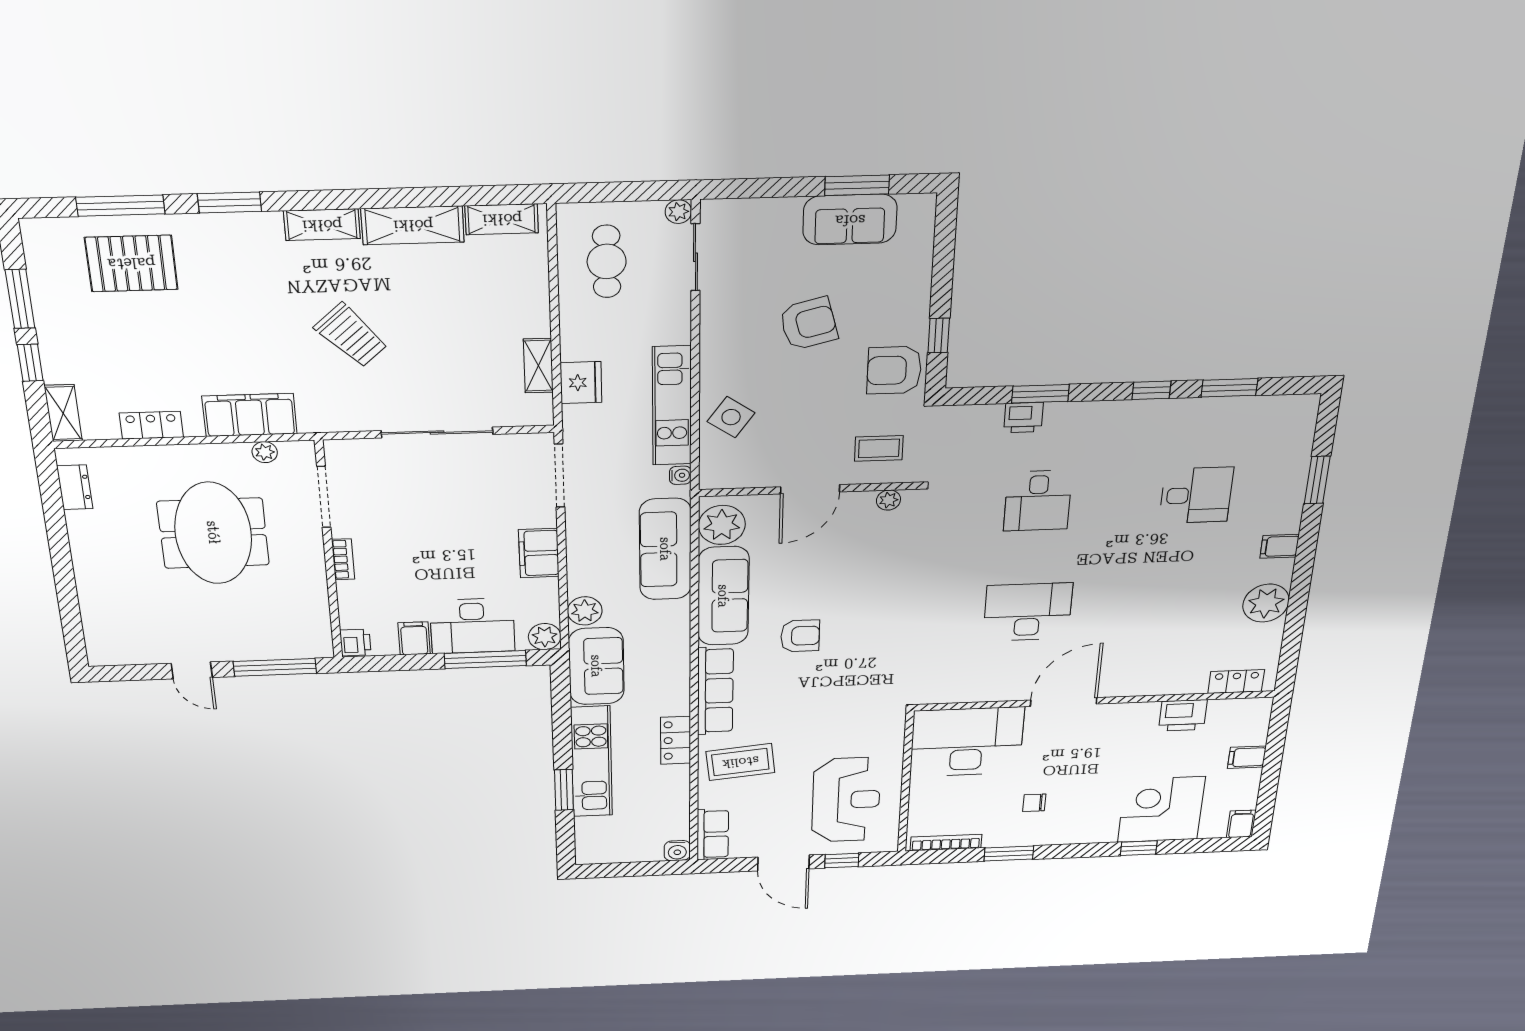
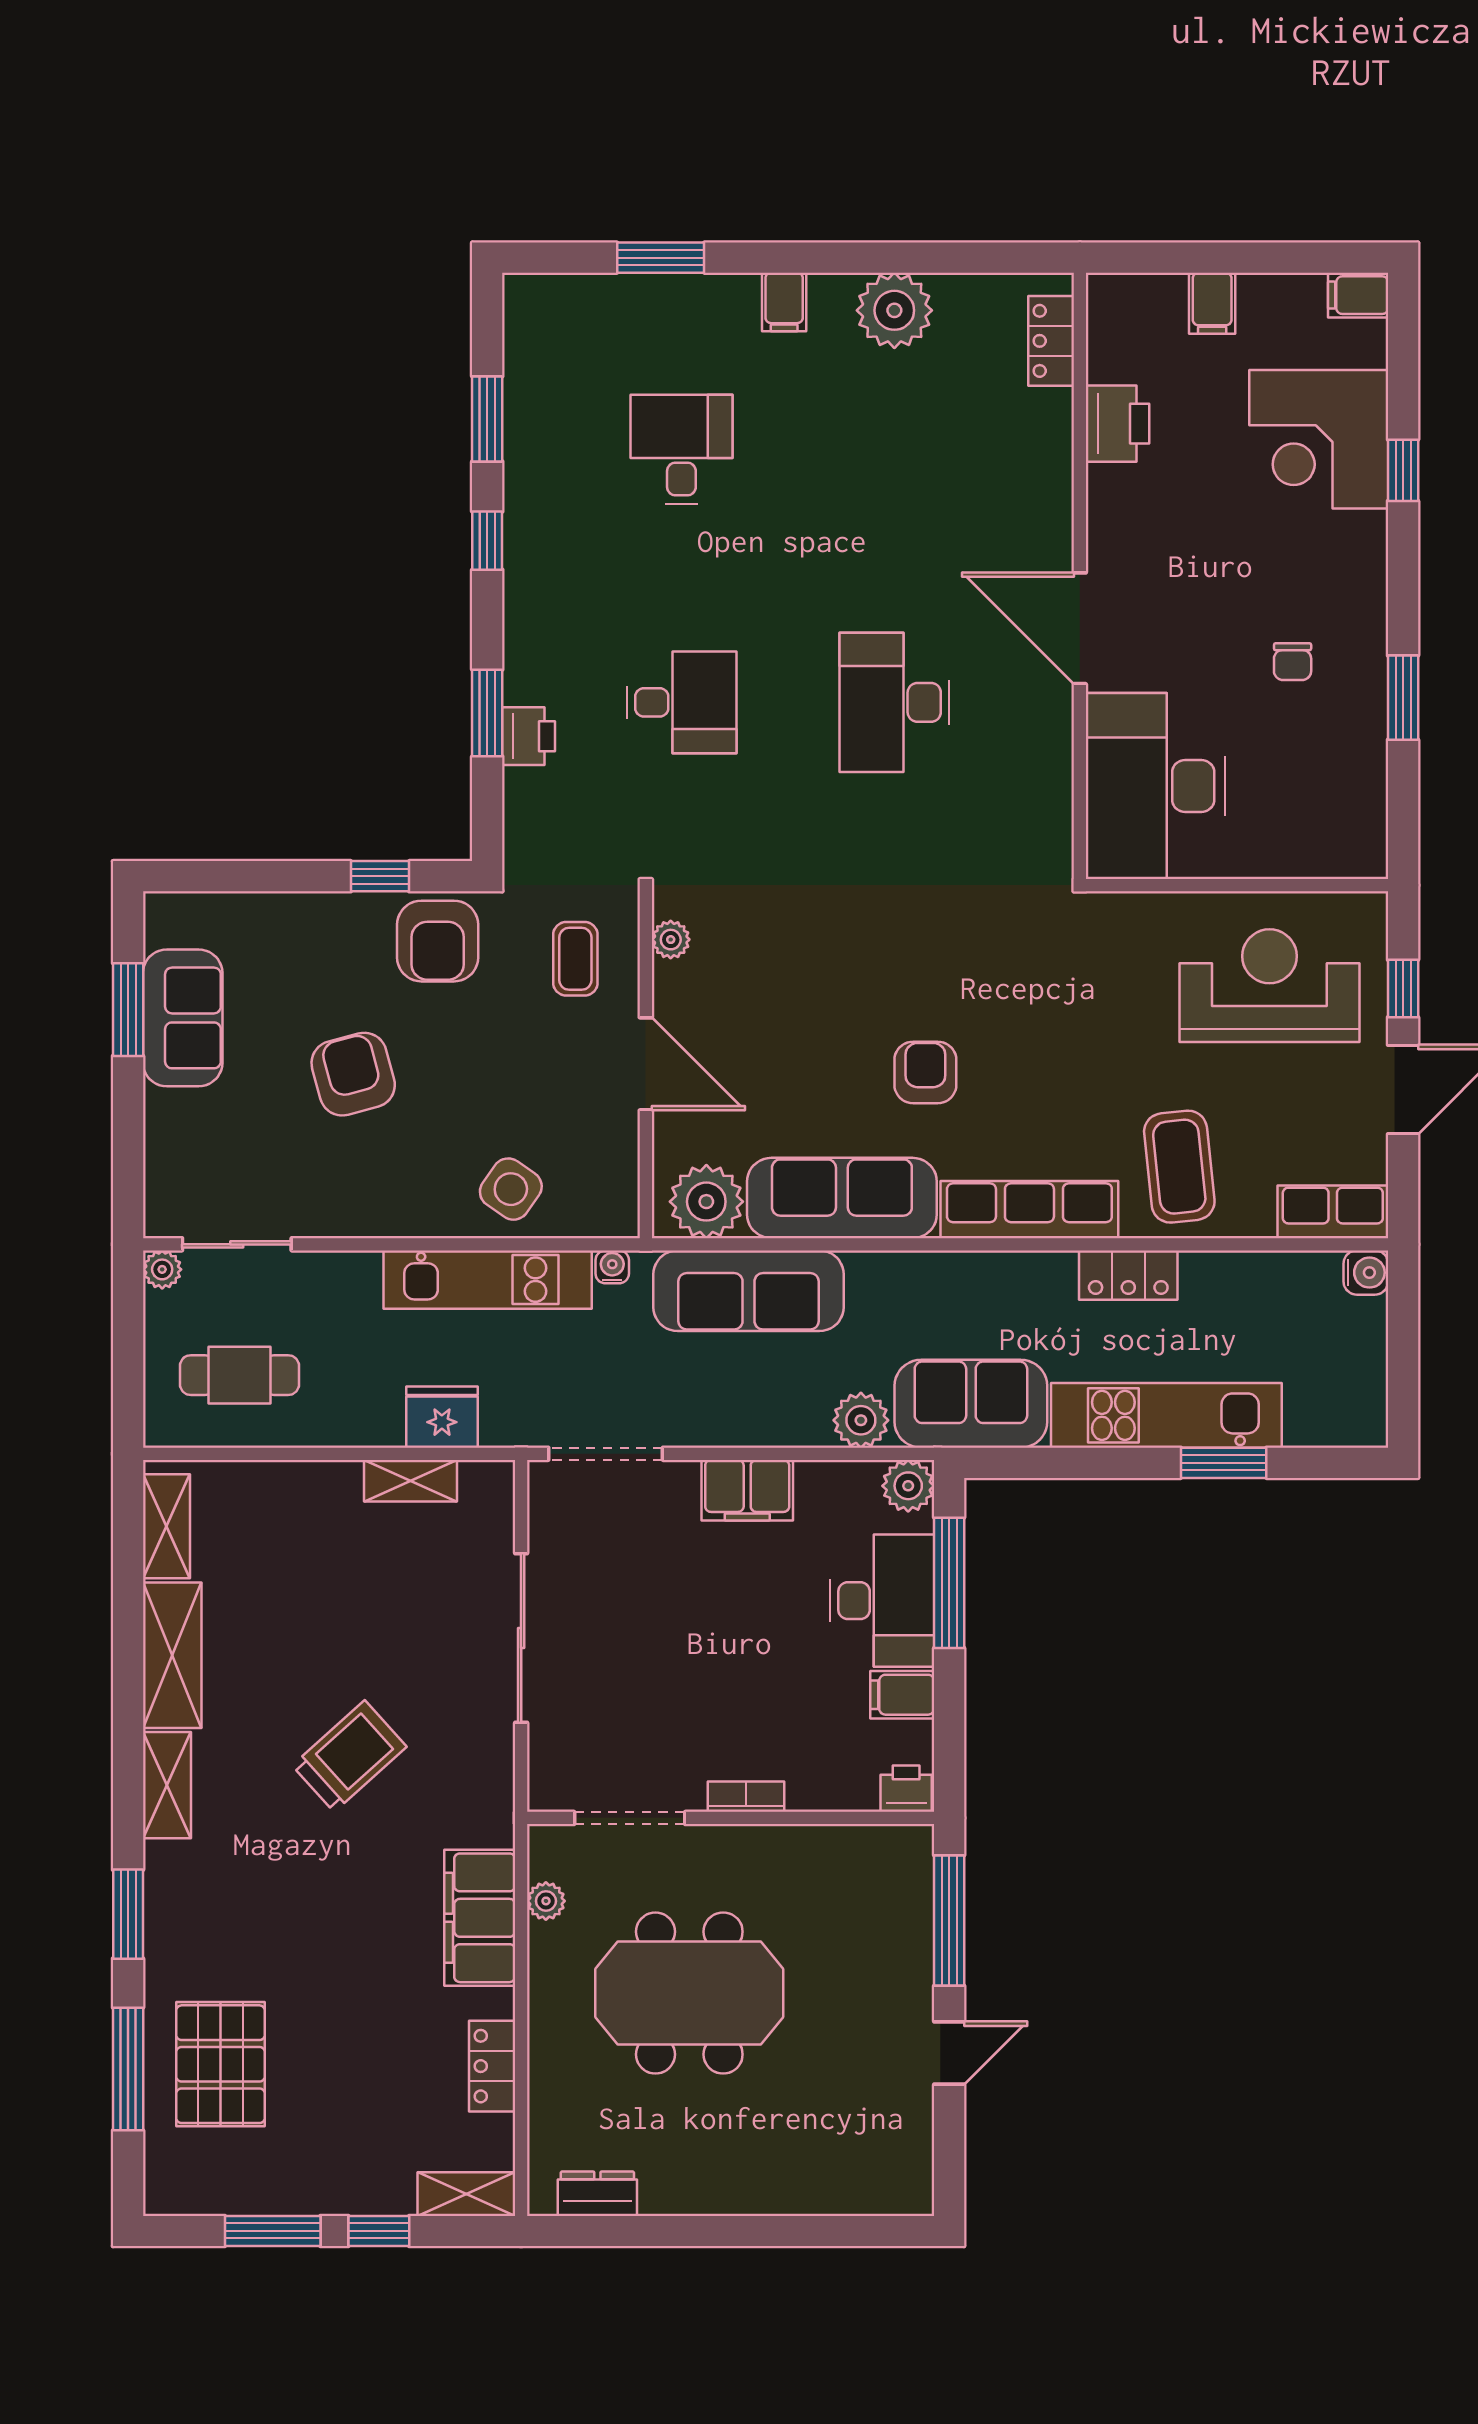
bookcase: (946, 843) -> (1372, 809), removed

